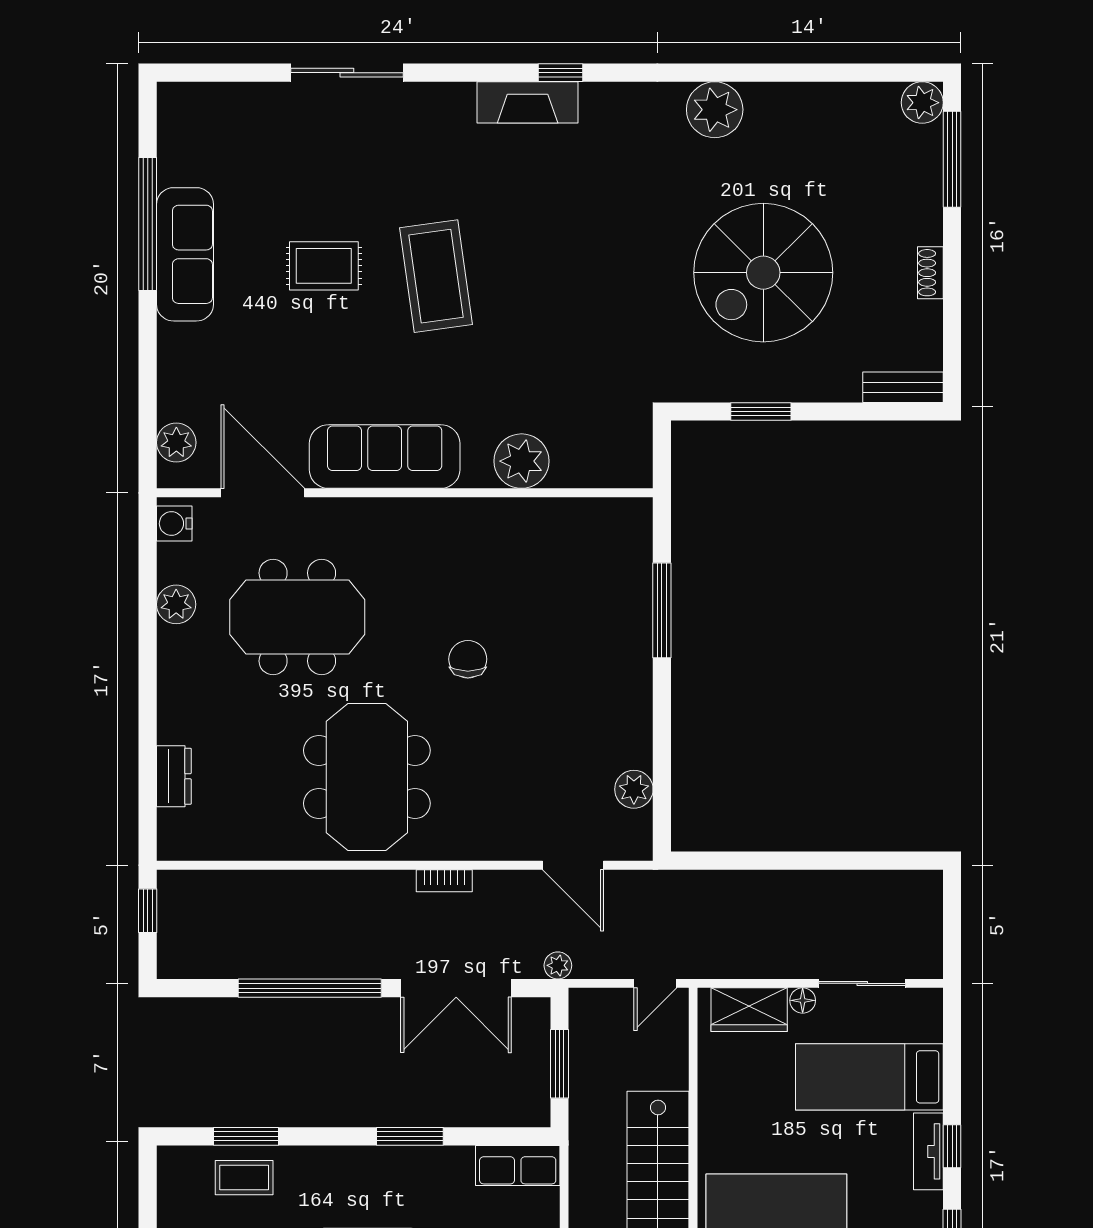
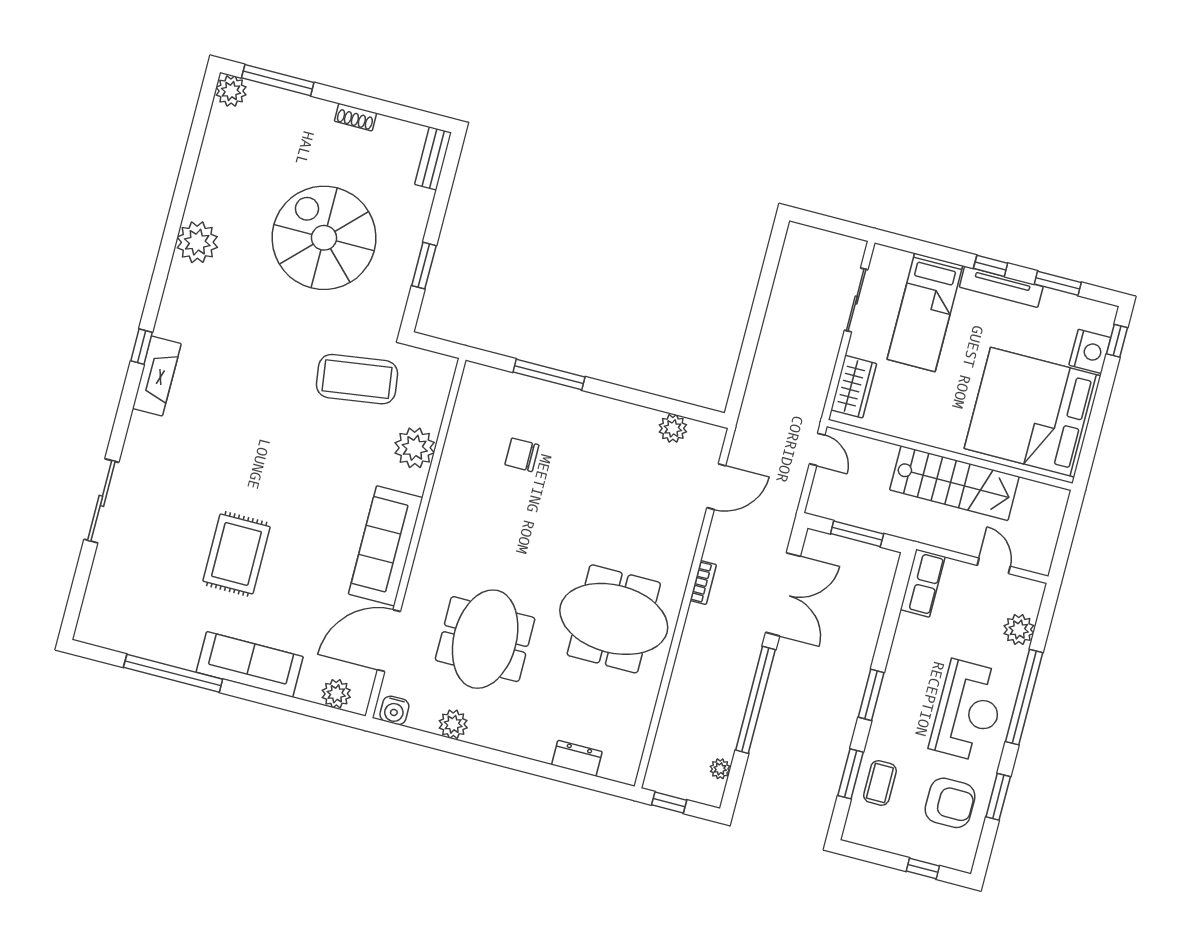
sofa: (185, 254) -> (250, 664), moved
rug: (324, 266) -> (237, 554), width x1.36, depth x1.43
spiral stairs: (763, 273) -> (324, 238), turned 180
coffee table: (436, 276) -> (357, 379), moved
chair: (468, 659) -> (522, 455), moved
plant: (558, 965) -> (720, 769), moved
floor lamp: (803, 1000) -> (857, 346), removed
window: (410, 1136) -> (871, 695), moved
tv unit: (928, 1151) -> (1001, 287), width x1.41

